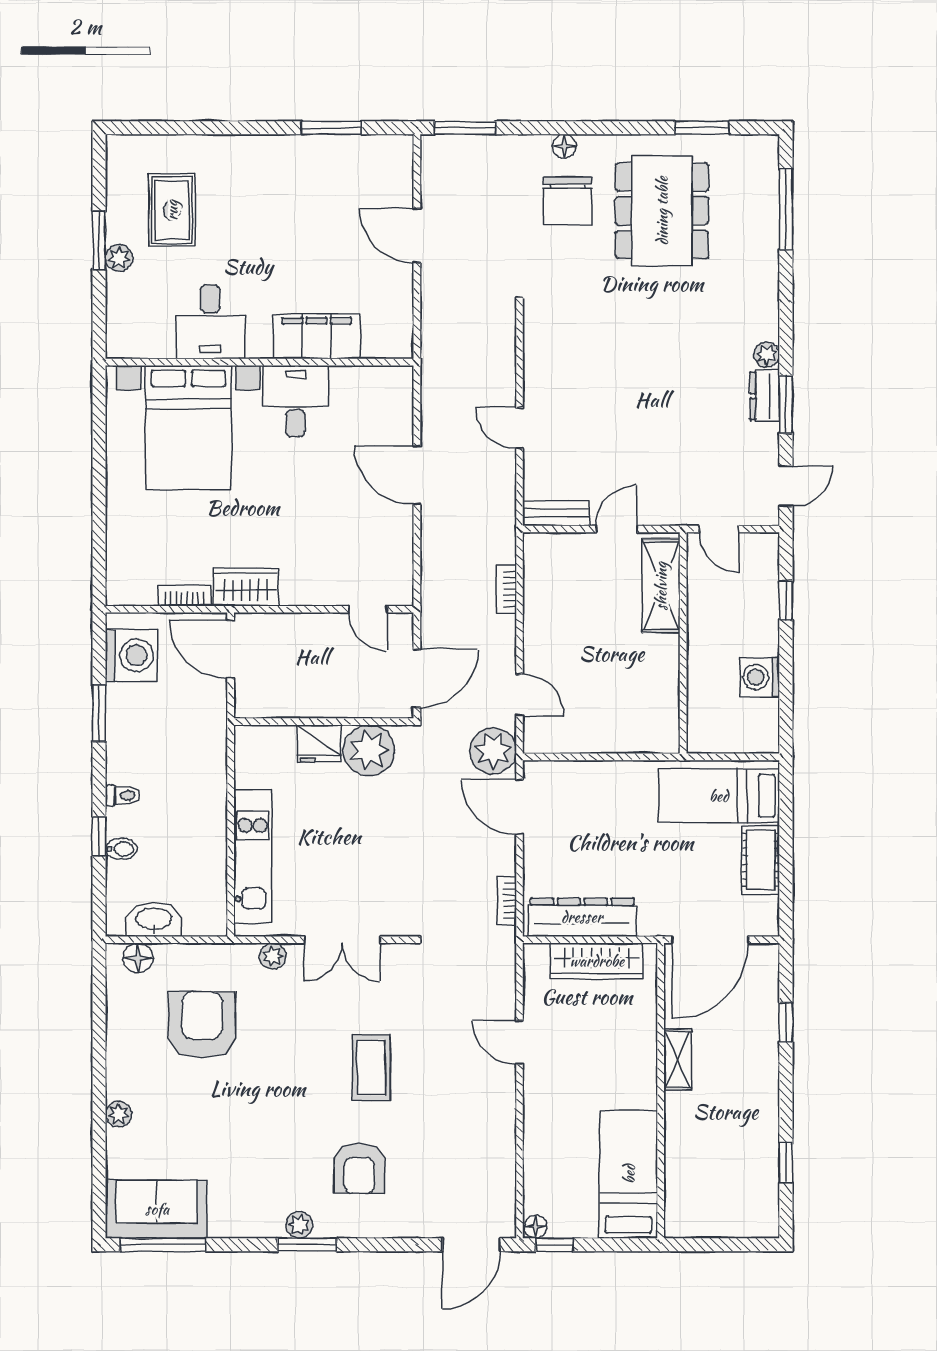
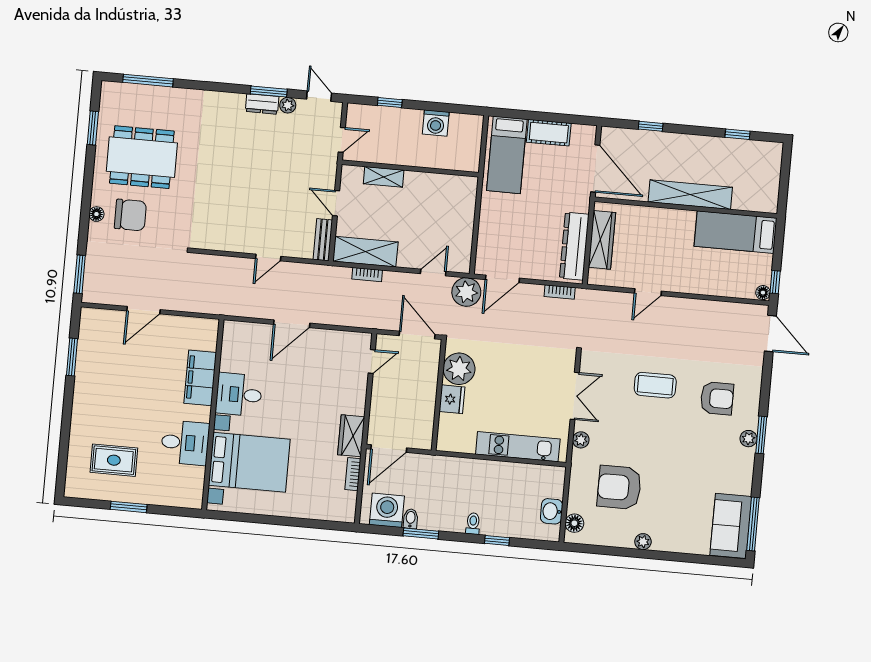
plant: (119, 258) -> (141, 496), removed
plant: (767, 355) -> (288, 105), moved
shelving: (543, 583) -> (365, 252), added
shelving: (661, 586) -> (384, 177), width x0.67, depth x0.75
bidet: (121, 849) -> (411, 519), moved
washbasin: (154, 920) -> (552, 511), width x0.72
shelving: (678, 1060) -> (690, 195), width x2.20, depth x1.33
plant: (119, 1114) -> (643, 542), moved

